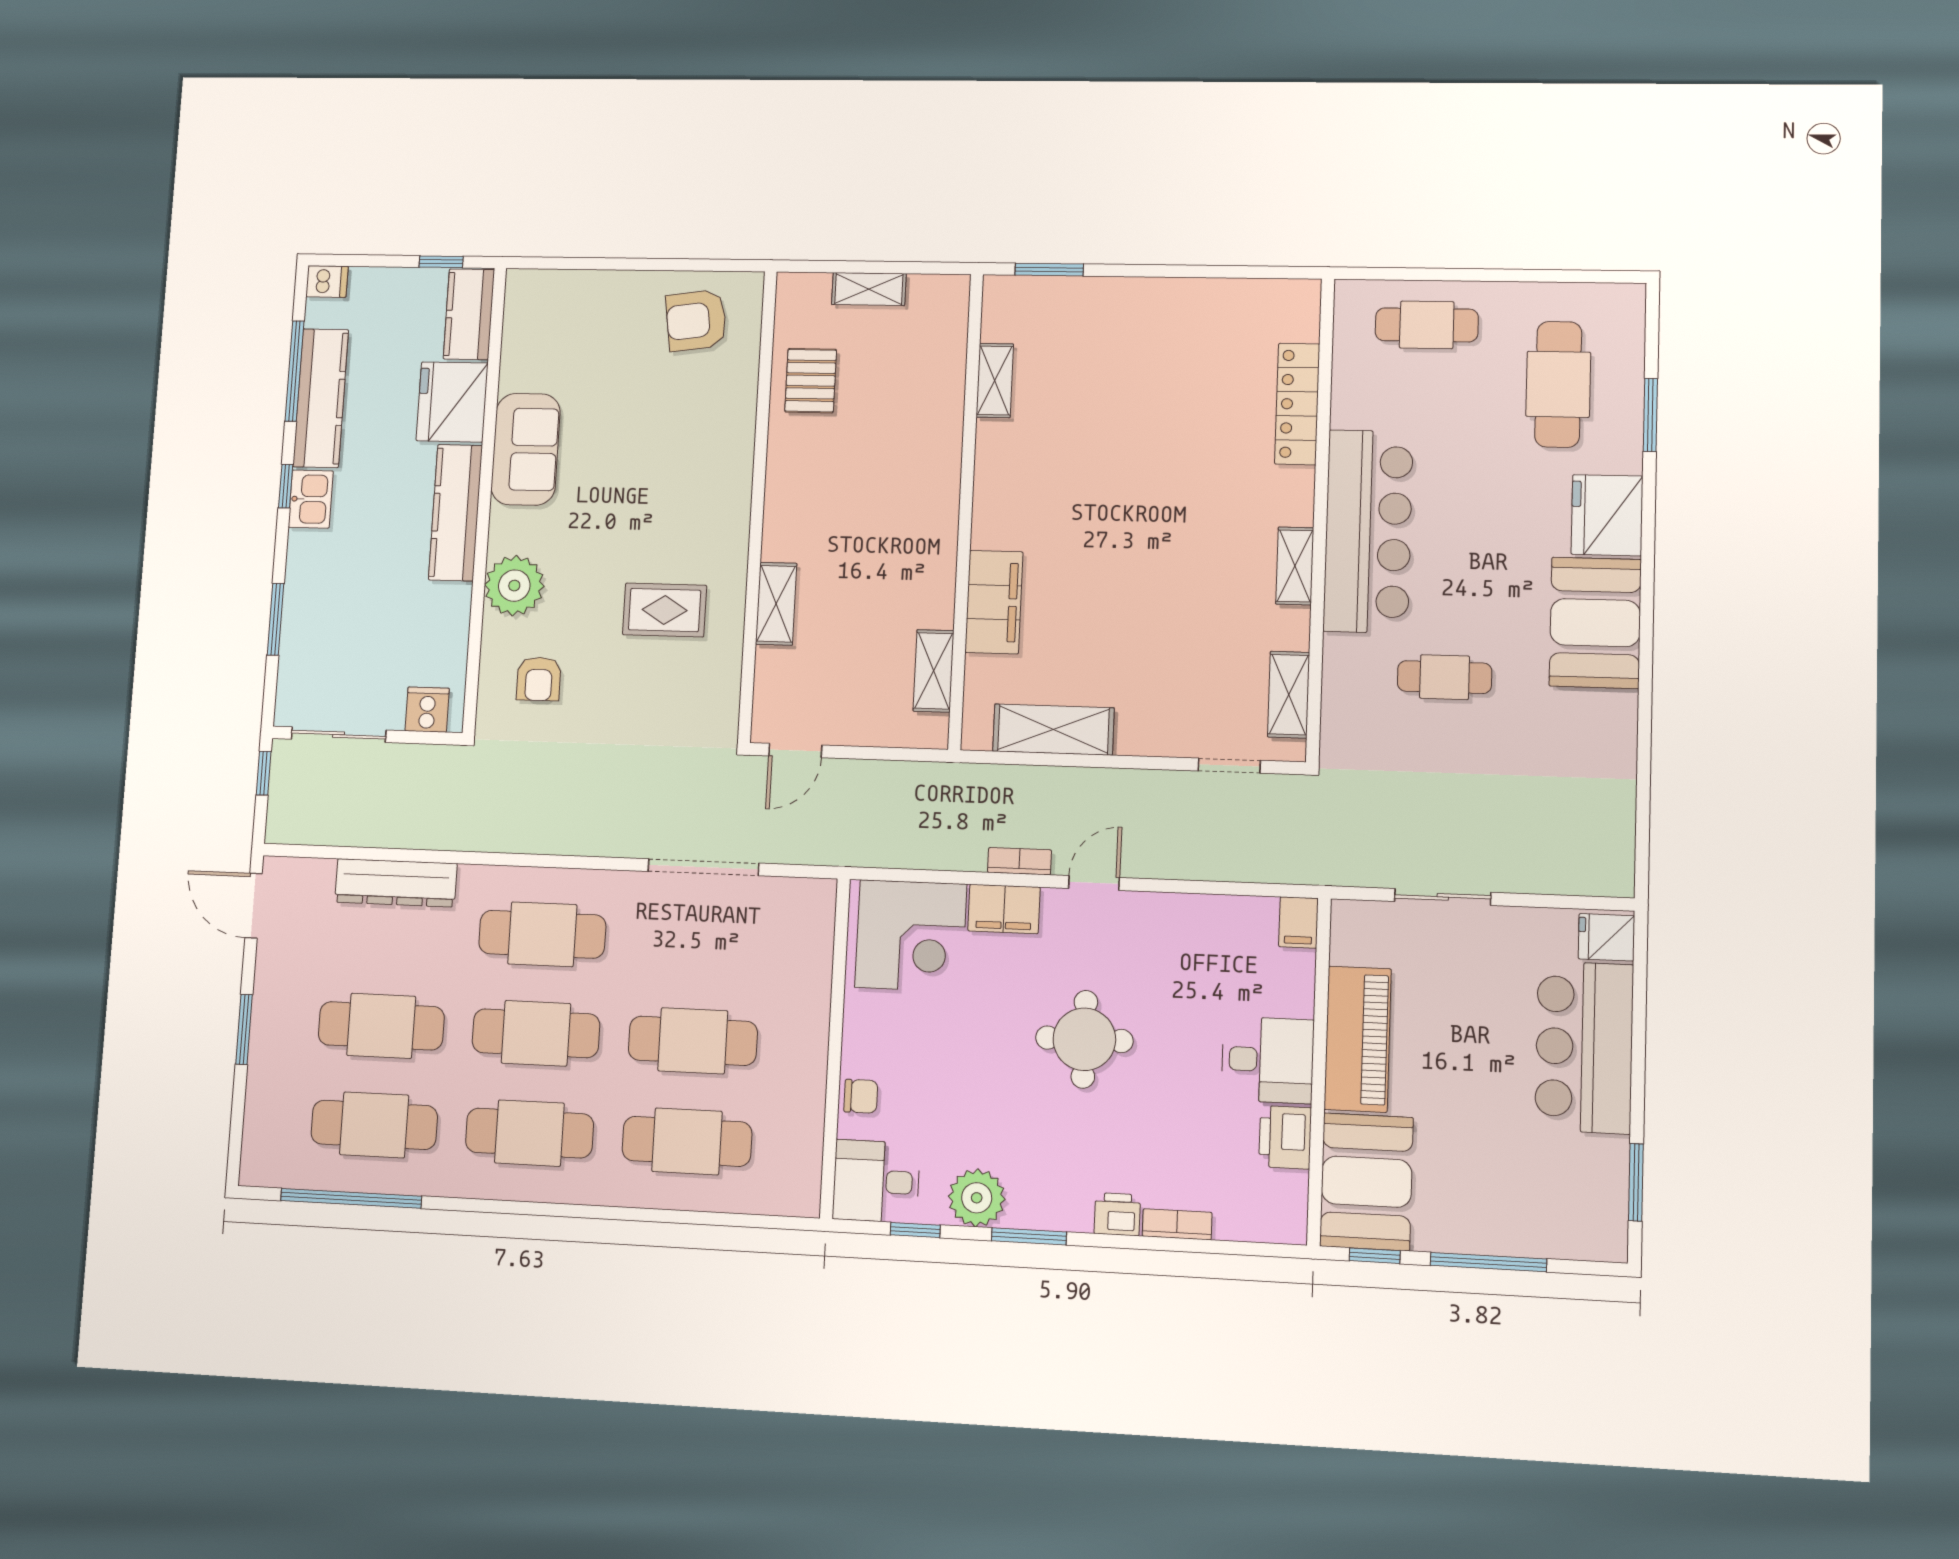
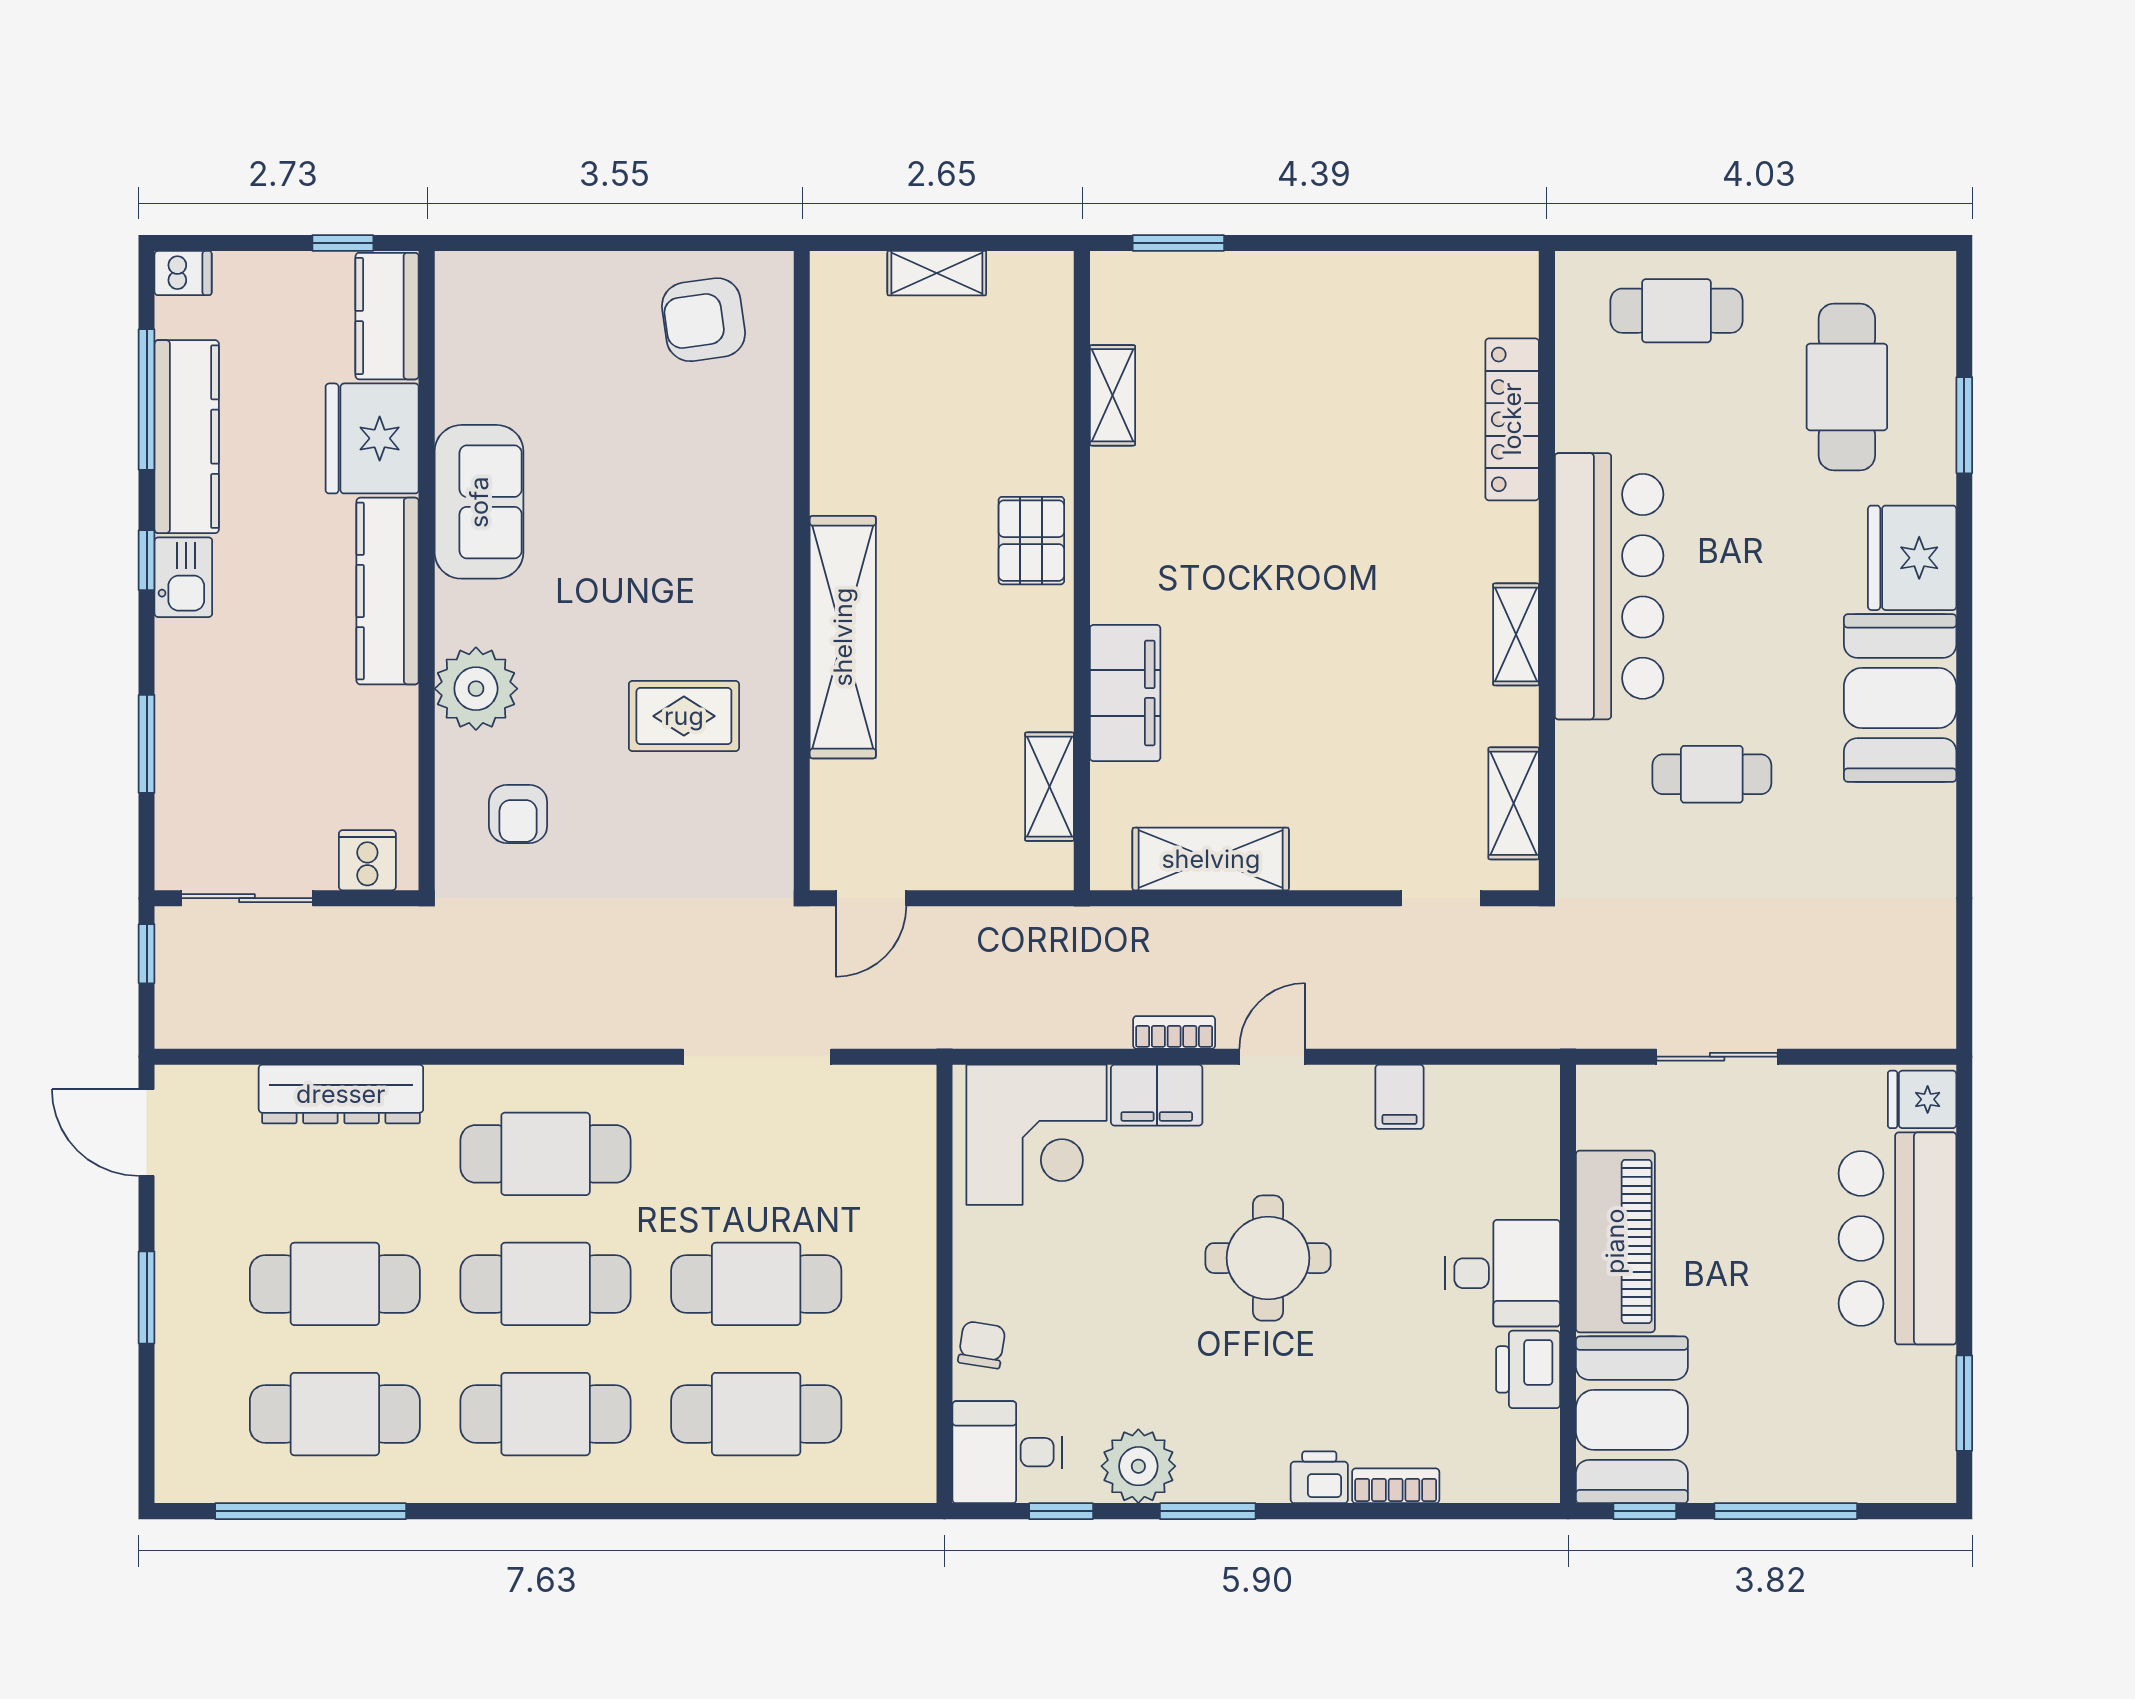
pallet: (811, 381) -> (1031, 541), moved
shelving: (776, 604) -> (843, 637), width x2.20, depth x1.33
filing cabinet: (1298, 922) -> (1399, 1097), moved
chair: (861, 1096) -> (982, 1345), turned -81

